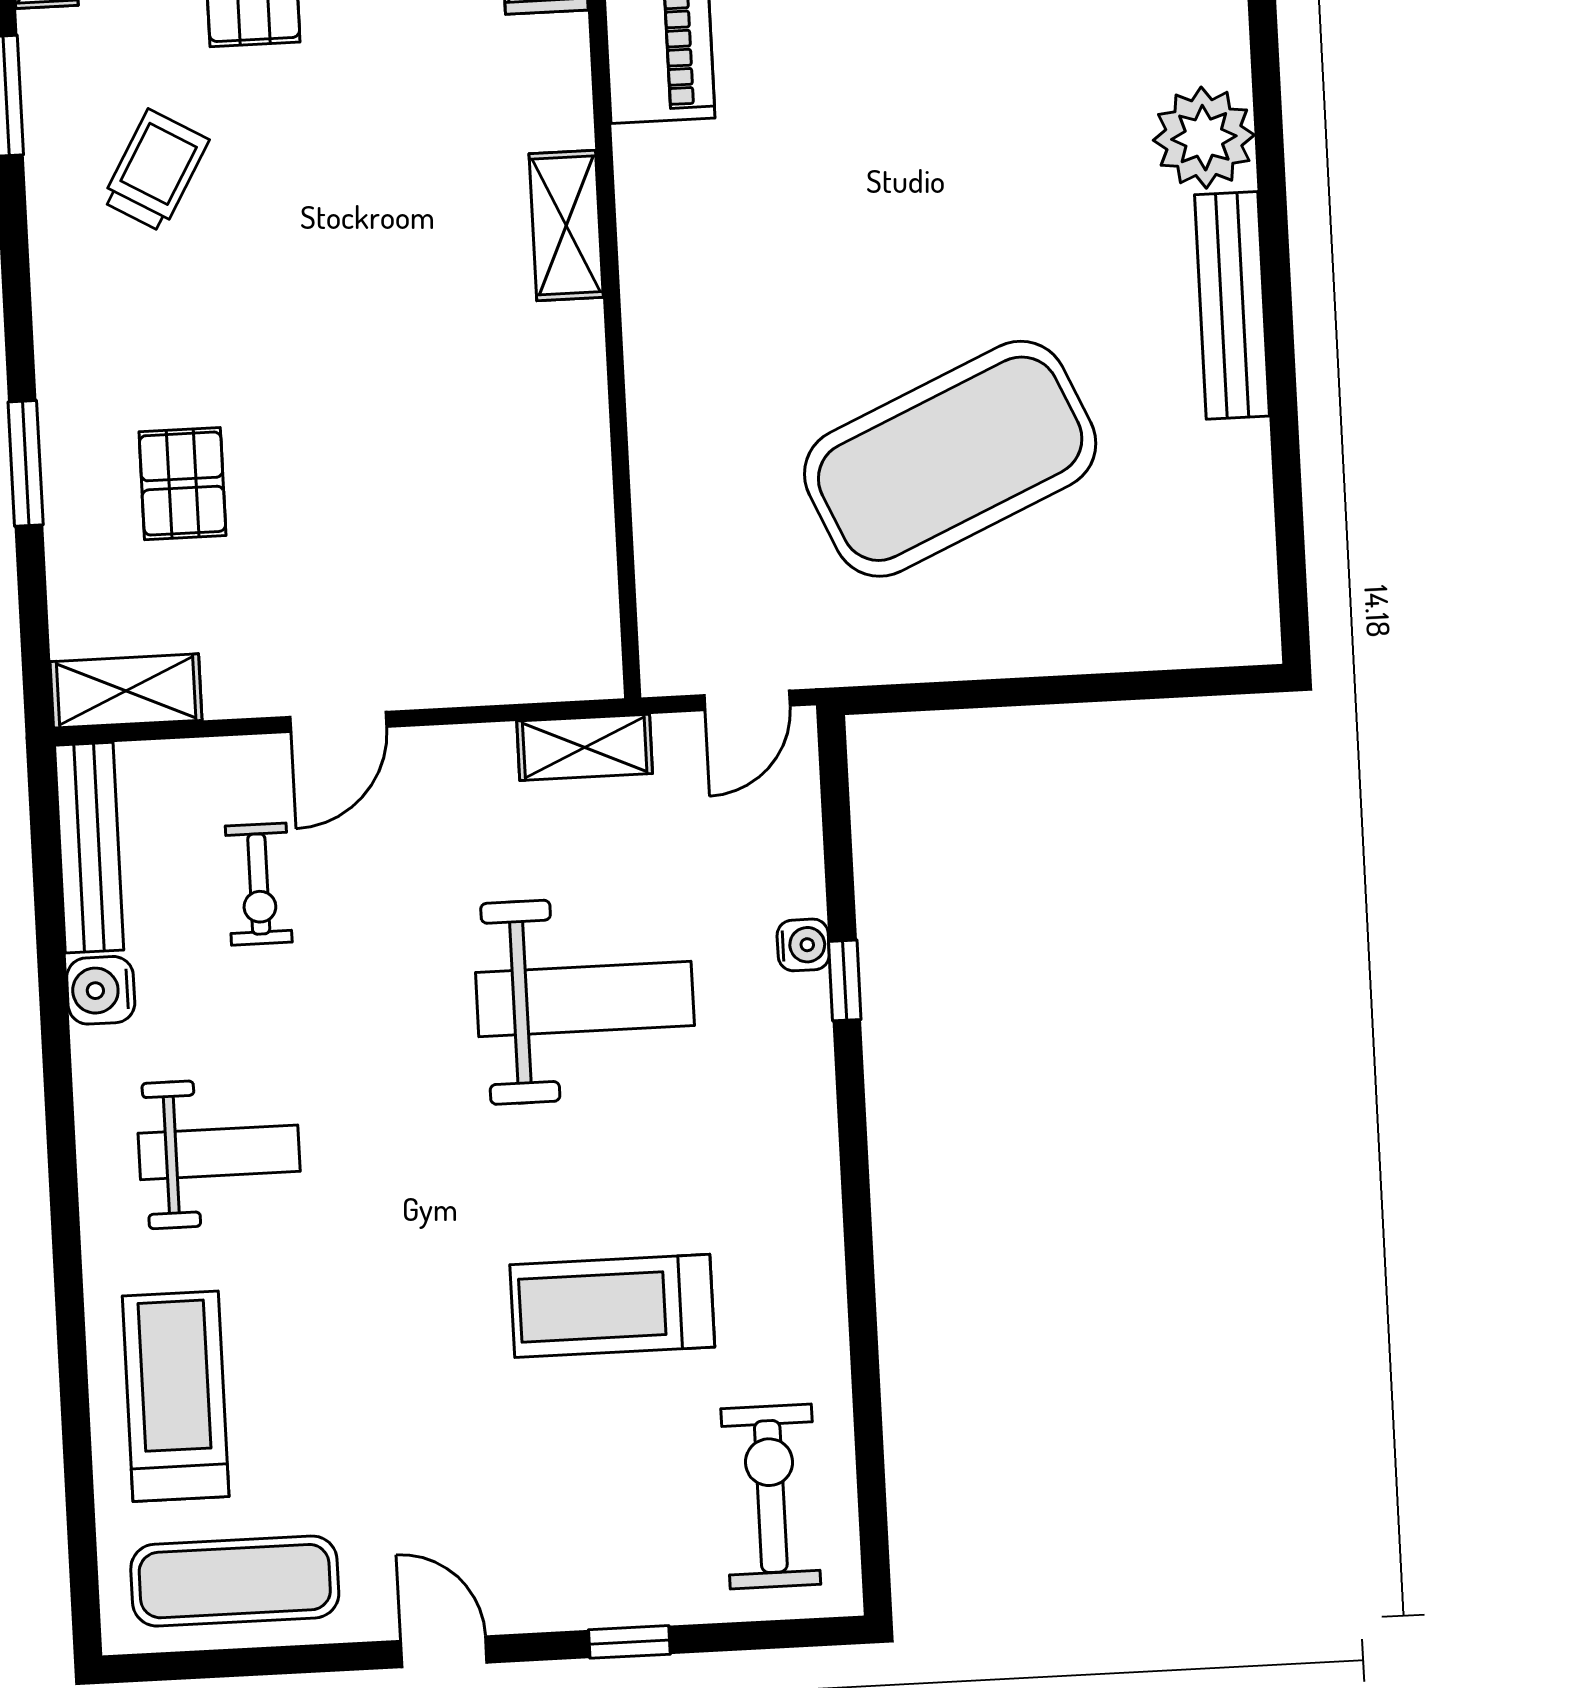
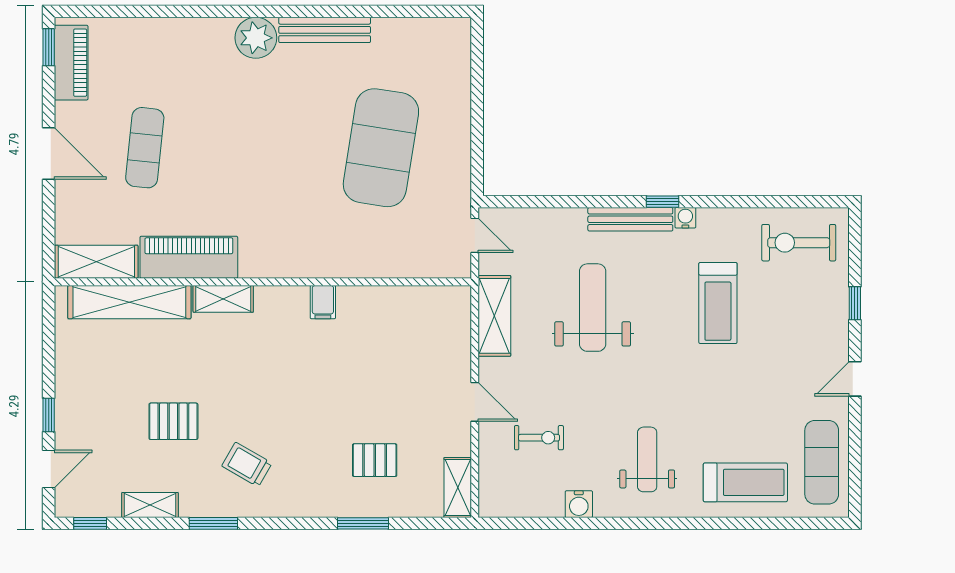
shelving: (566, 225) -> (223, 299), moved
filing cabinet: (564, 336) -> (323, 302), added
exercise mat: (950, 459) -> (381, 148), turned 33
shelving: (585, 747) -> (494, 316), width x1.50, depth x1.33
bench: (89, 848) -> (630, 219), moved
water cooler: (803, 945) -> (685, 218), moved
window: (845, 980) -> (663, 202), moved
treadmill: (176, 1396) -> (745, 482), turned 180

